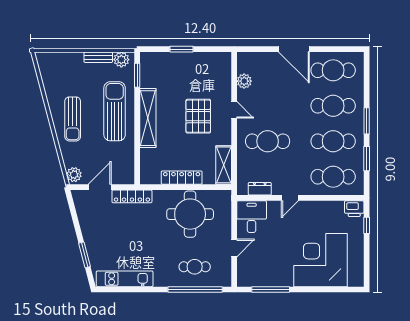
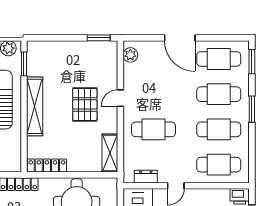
window: (182, 49) -> (99, 38), moved
plant: (244, 81) -> (130, 55), moved
door: (234, 110) -> (120, 98), swing flipped
window: (367, 159) -> (252, 62), moved
locker: (182, 178) -> (47, 165), moved

